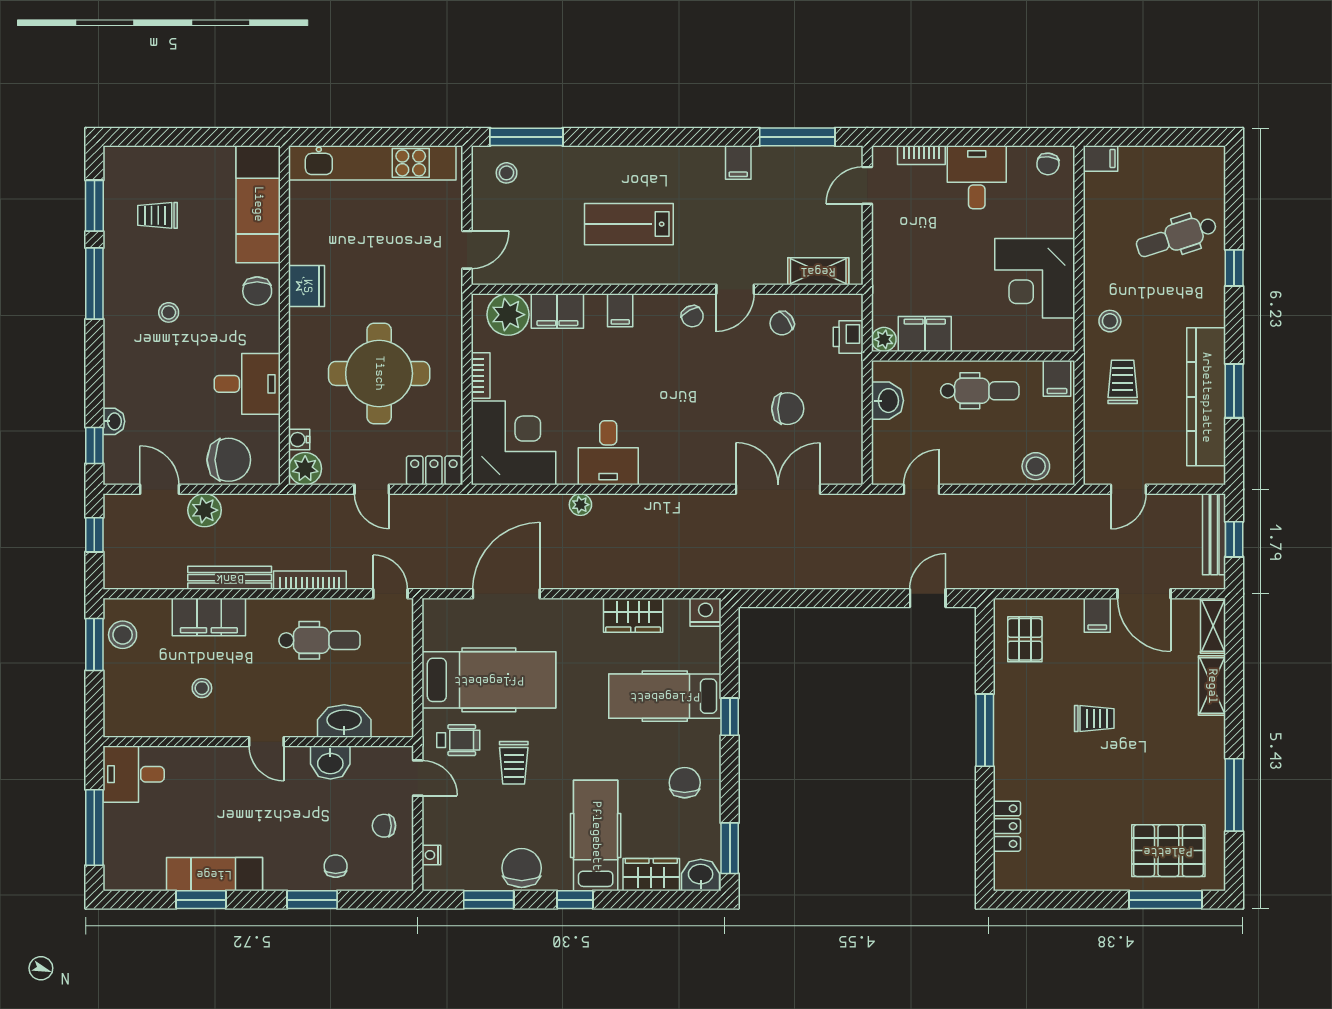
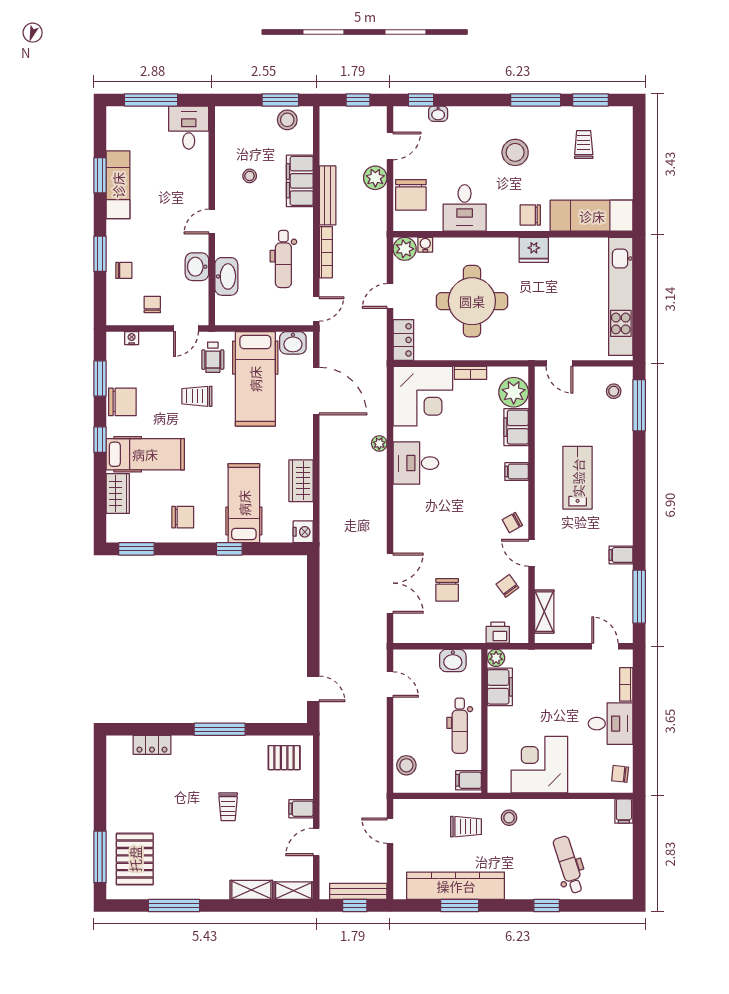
stool: (169, 312) -> (515, 152), width x1.89, depth x1.89
door: (1144, 594) -> (316, 842), width x0.73
washbasin: (701, 875) -> (293, 343), moved, turned 90

